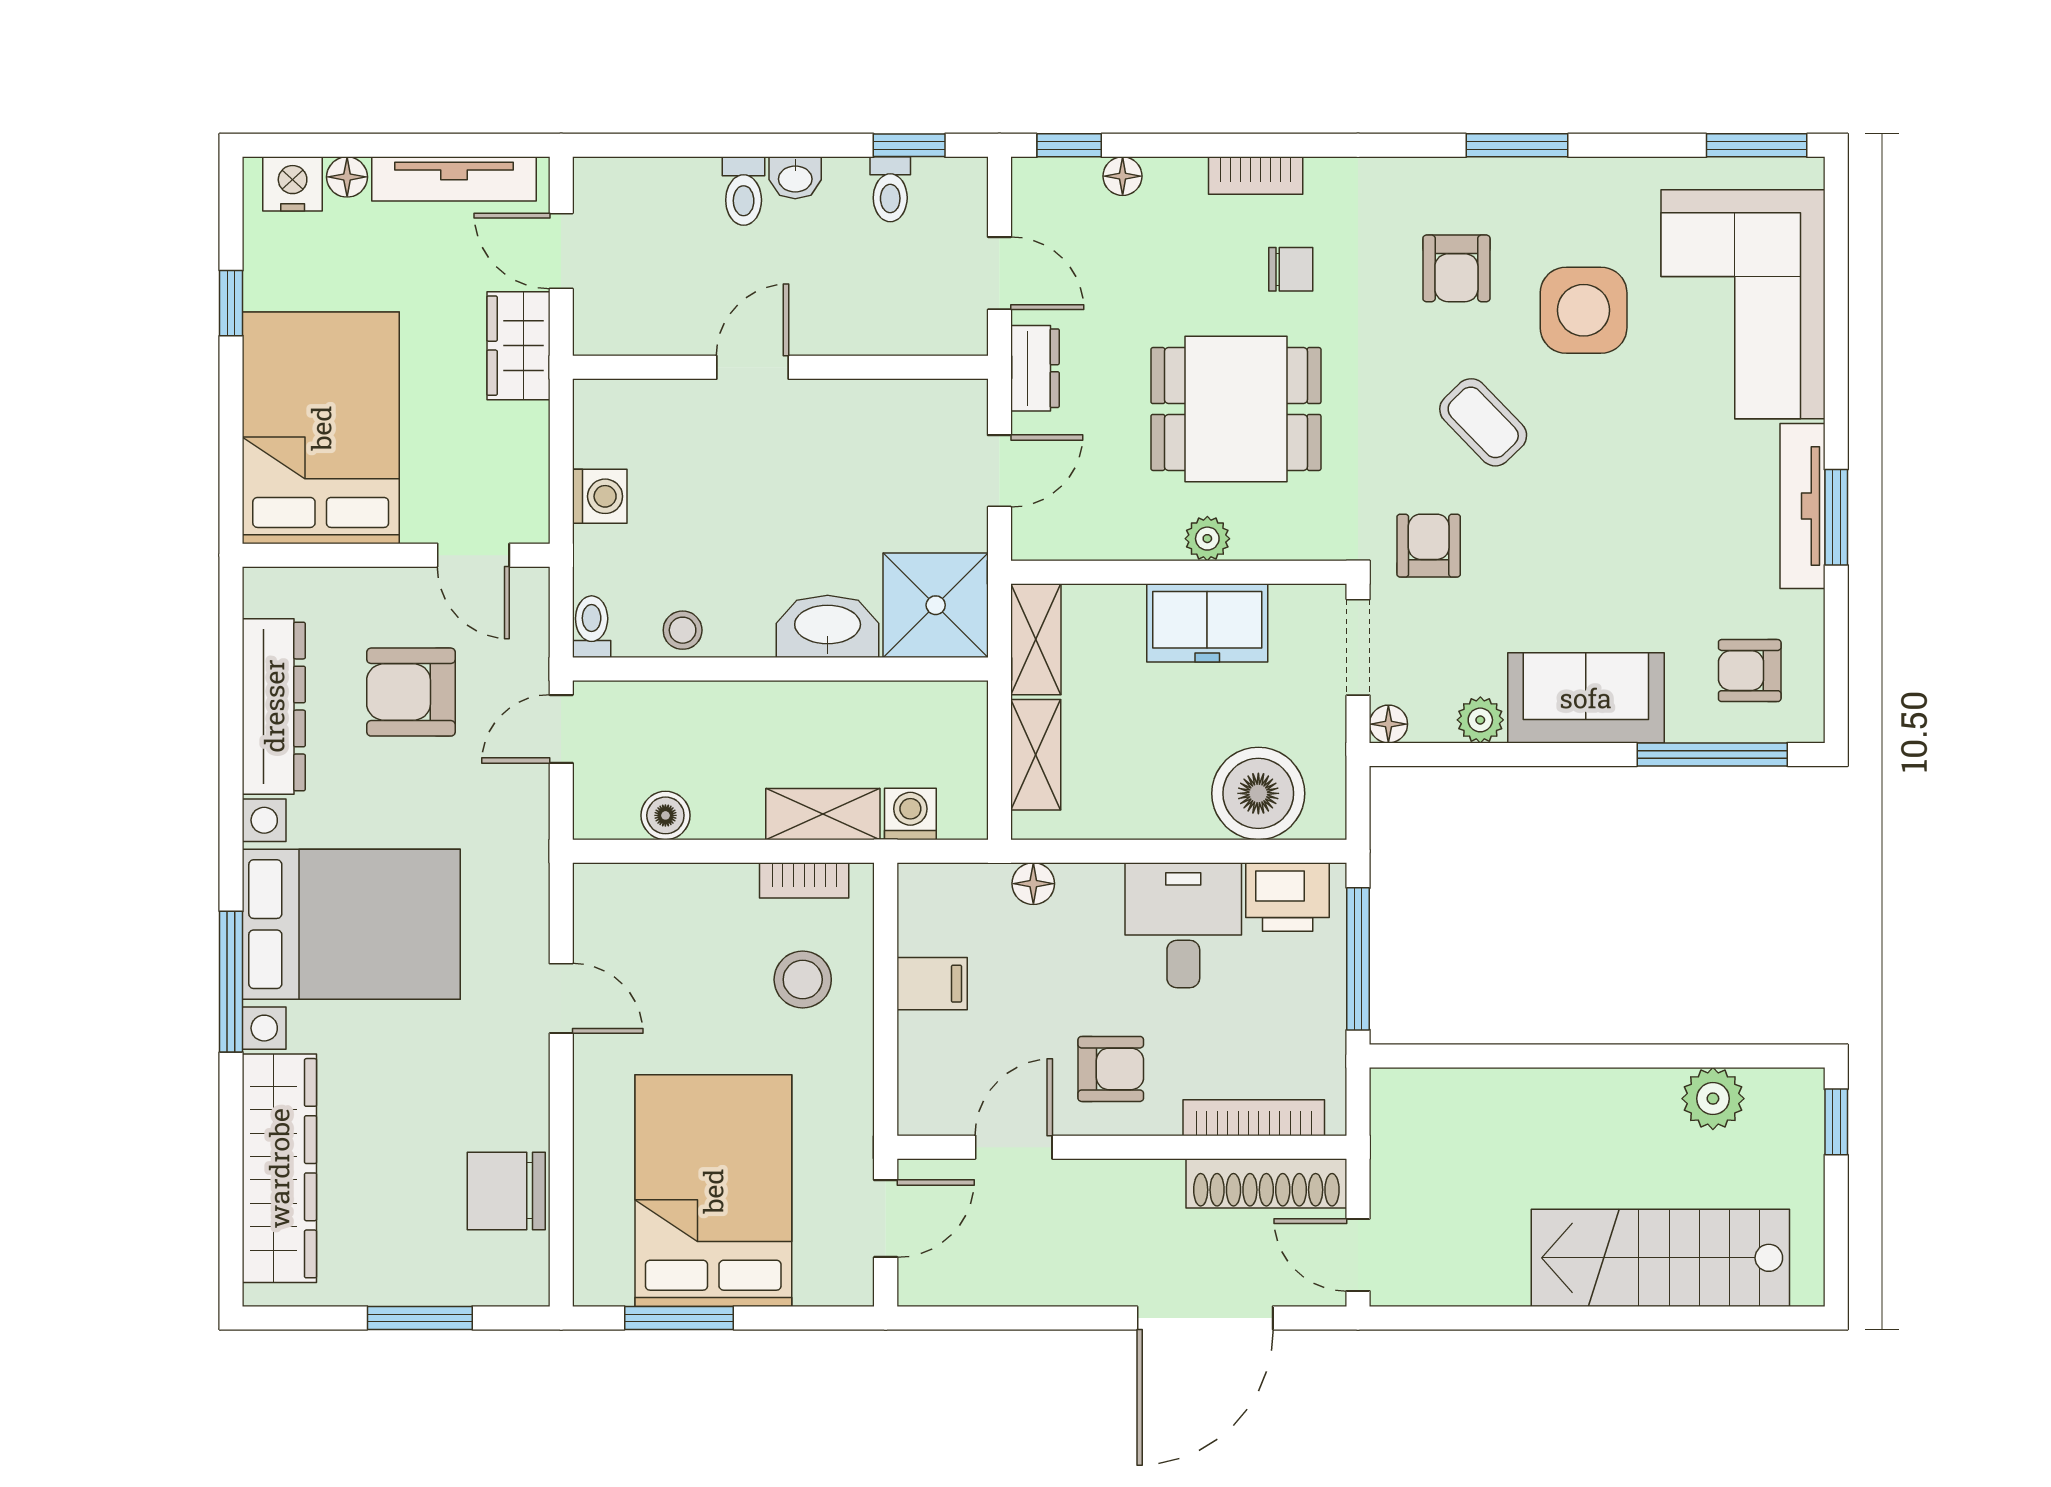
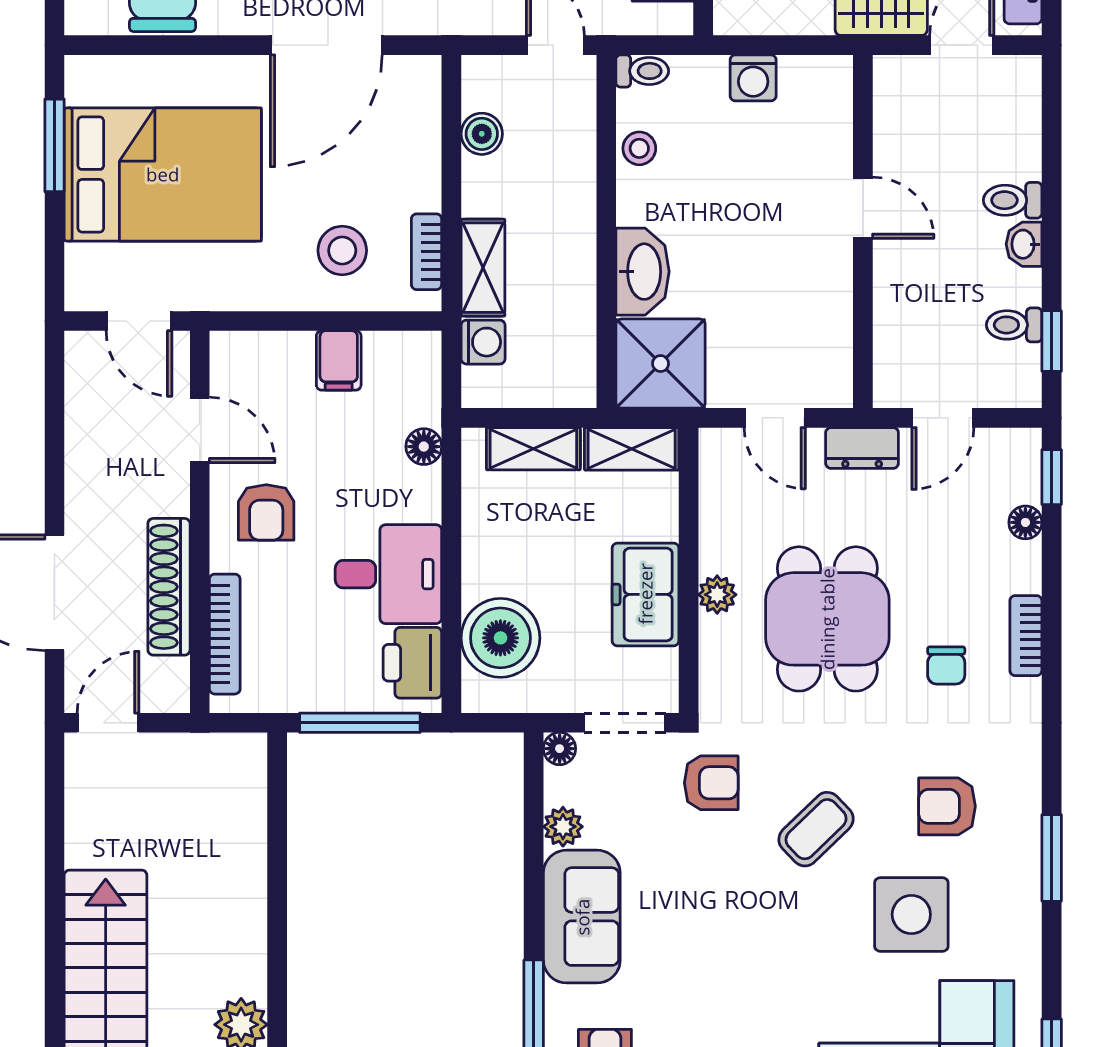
door: (561, 998) -> (326, 45), width x1.88
shoe rack: (1266, 1183) -> (169, 587), moved

